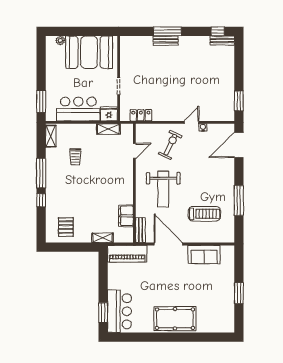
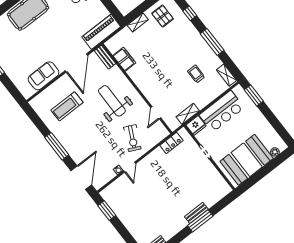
window: (41, 200) -> (190, 13), moved
window: (239, 201) -> (57, 146), moved
shelving: (102, 238) -> (138, 22), moved
door: (168, 244) -> (76, 63), hinge flipped

